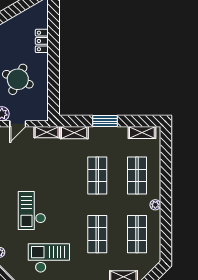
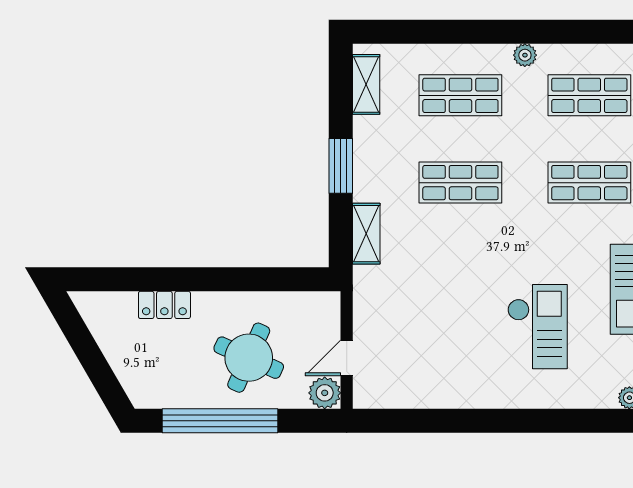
door: (18, 124) -> (347, 358), swing flipped
shelving: (47, 132) -> (365, 294), removed
checkout: (32, 210) -> (537, 327), turned -90

